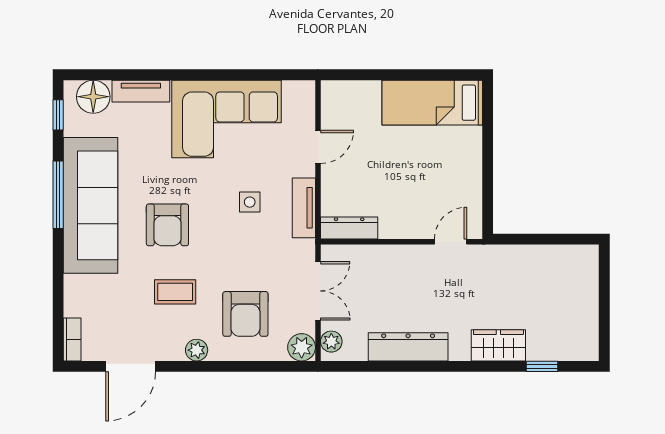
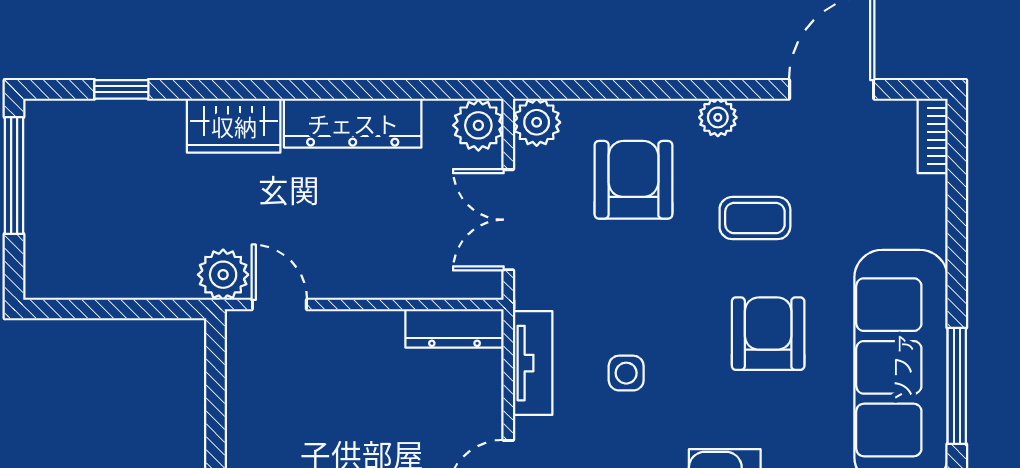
door: (451, 242) -> (279, 304), swing flipped
plant: (483, 259) -> (223, 275), added
window: (604, 316) -> (14, 176), added
plant: (331, 342) -> (478, 125), width x1.38, depth x1.38
wardrobe: (498, 345) -> (234, 126), moved

